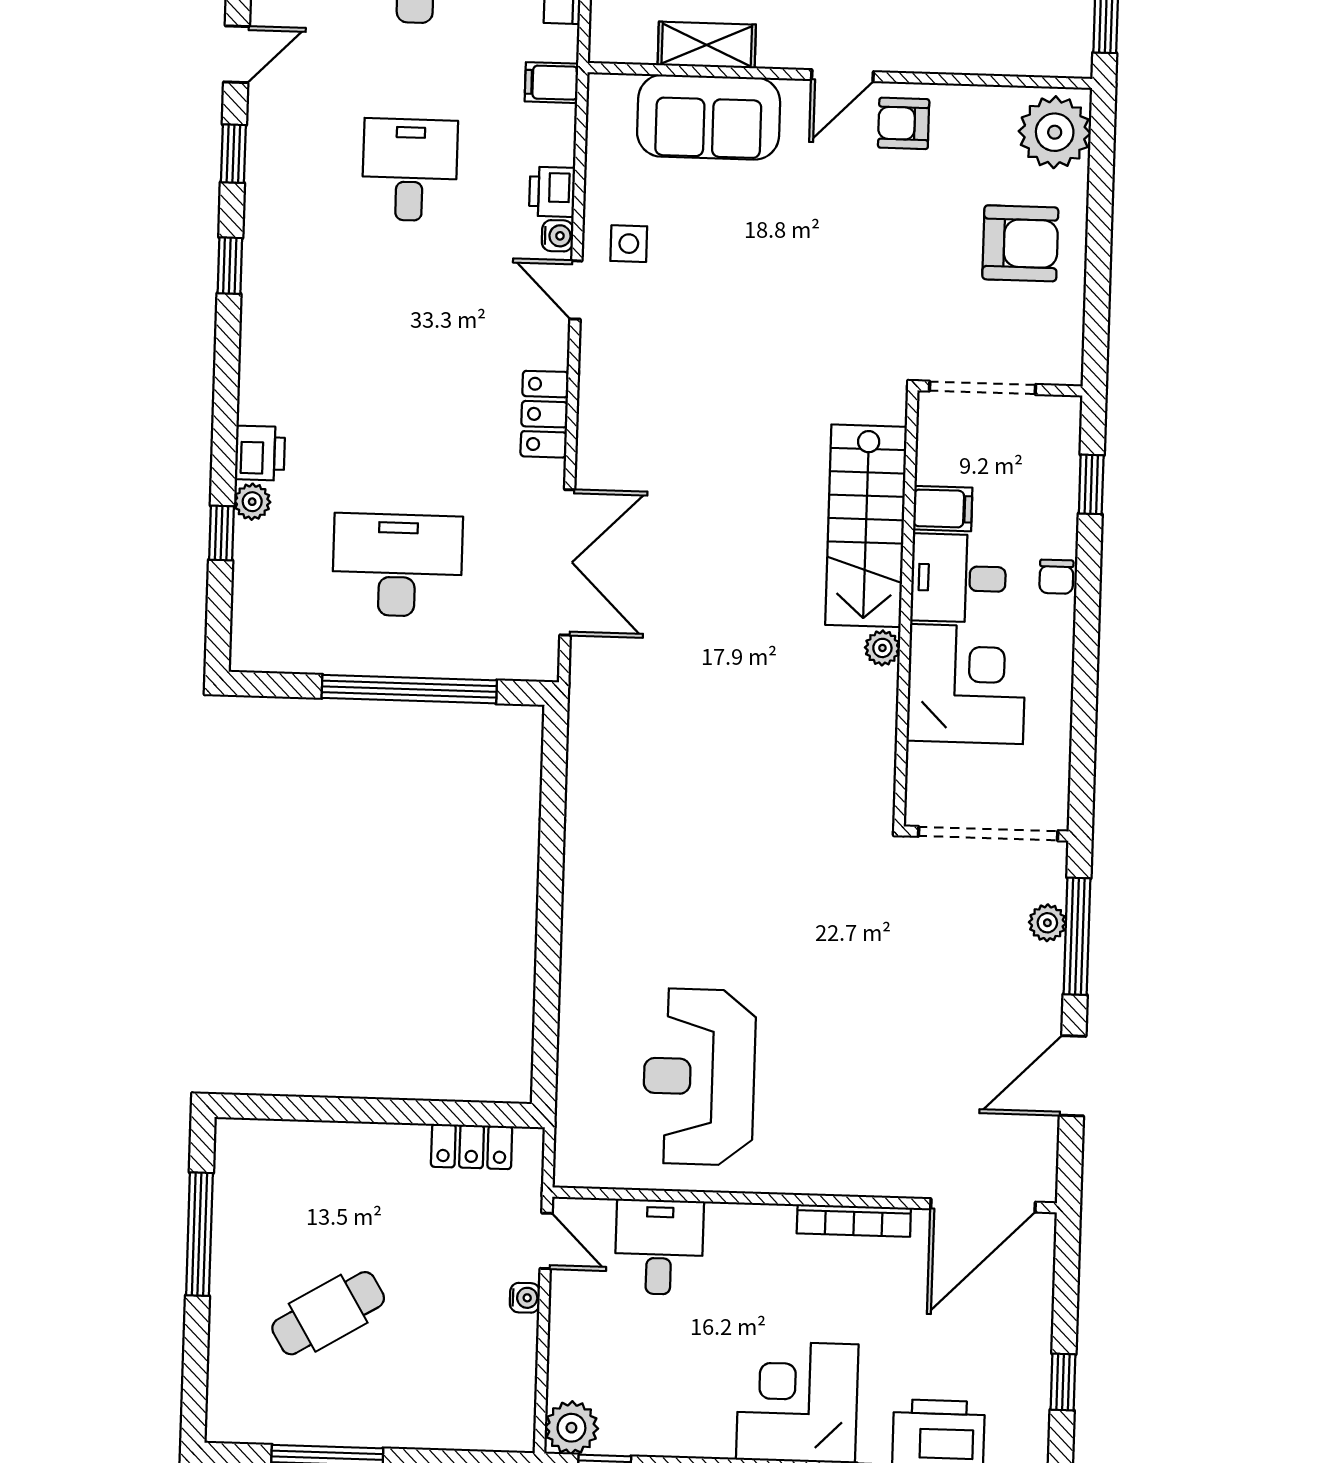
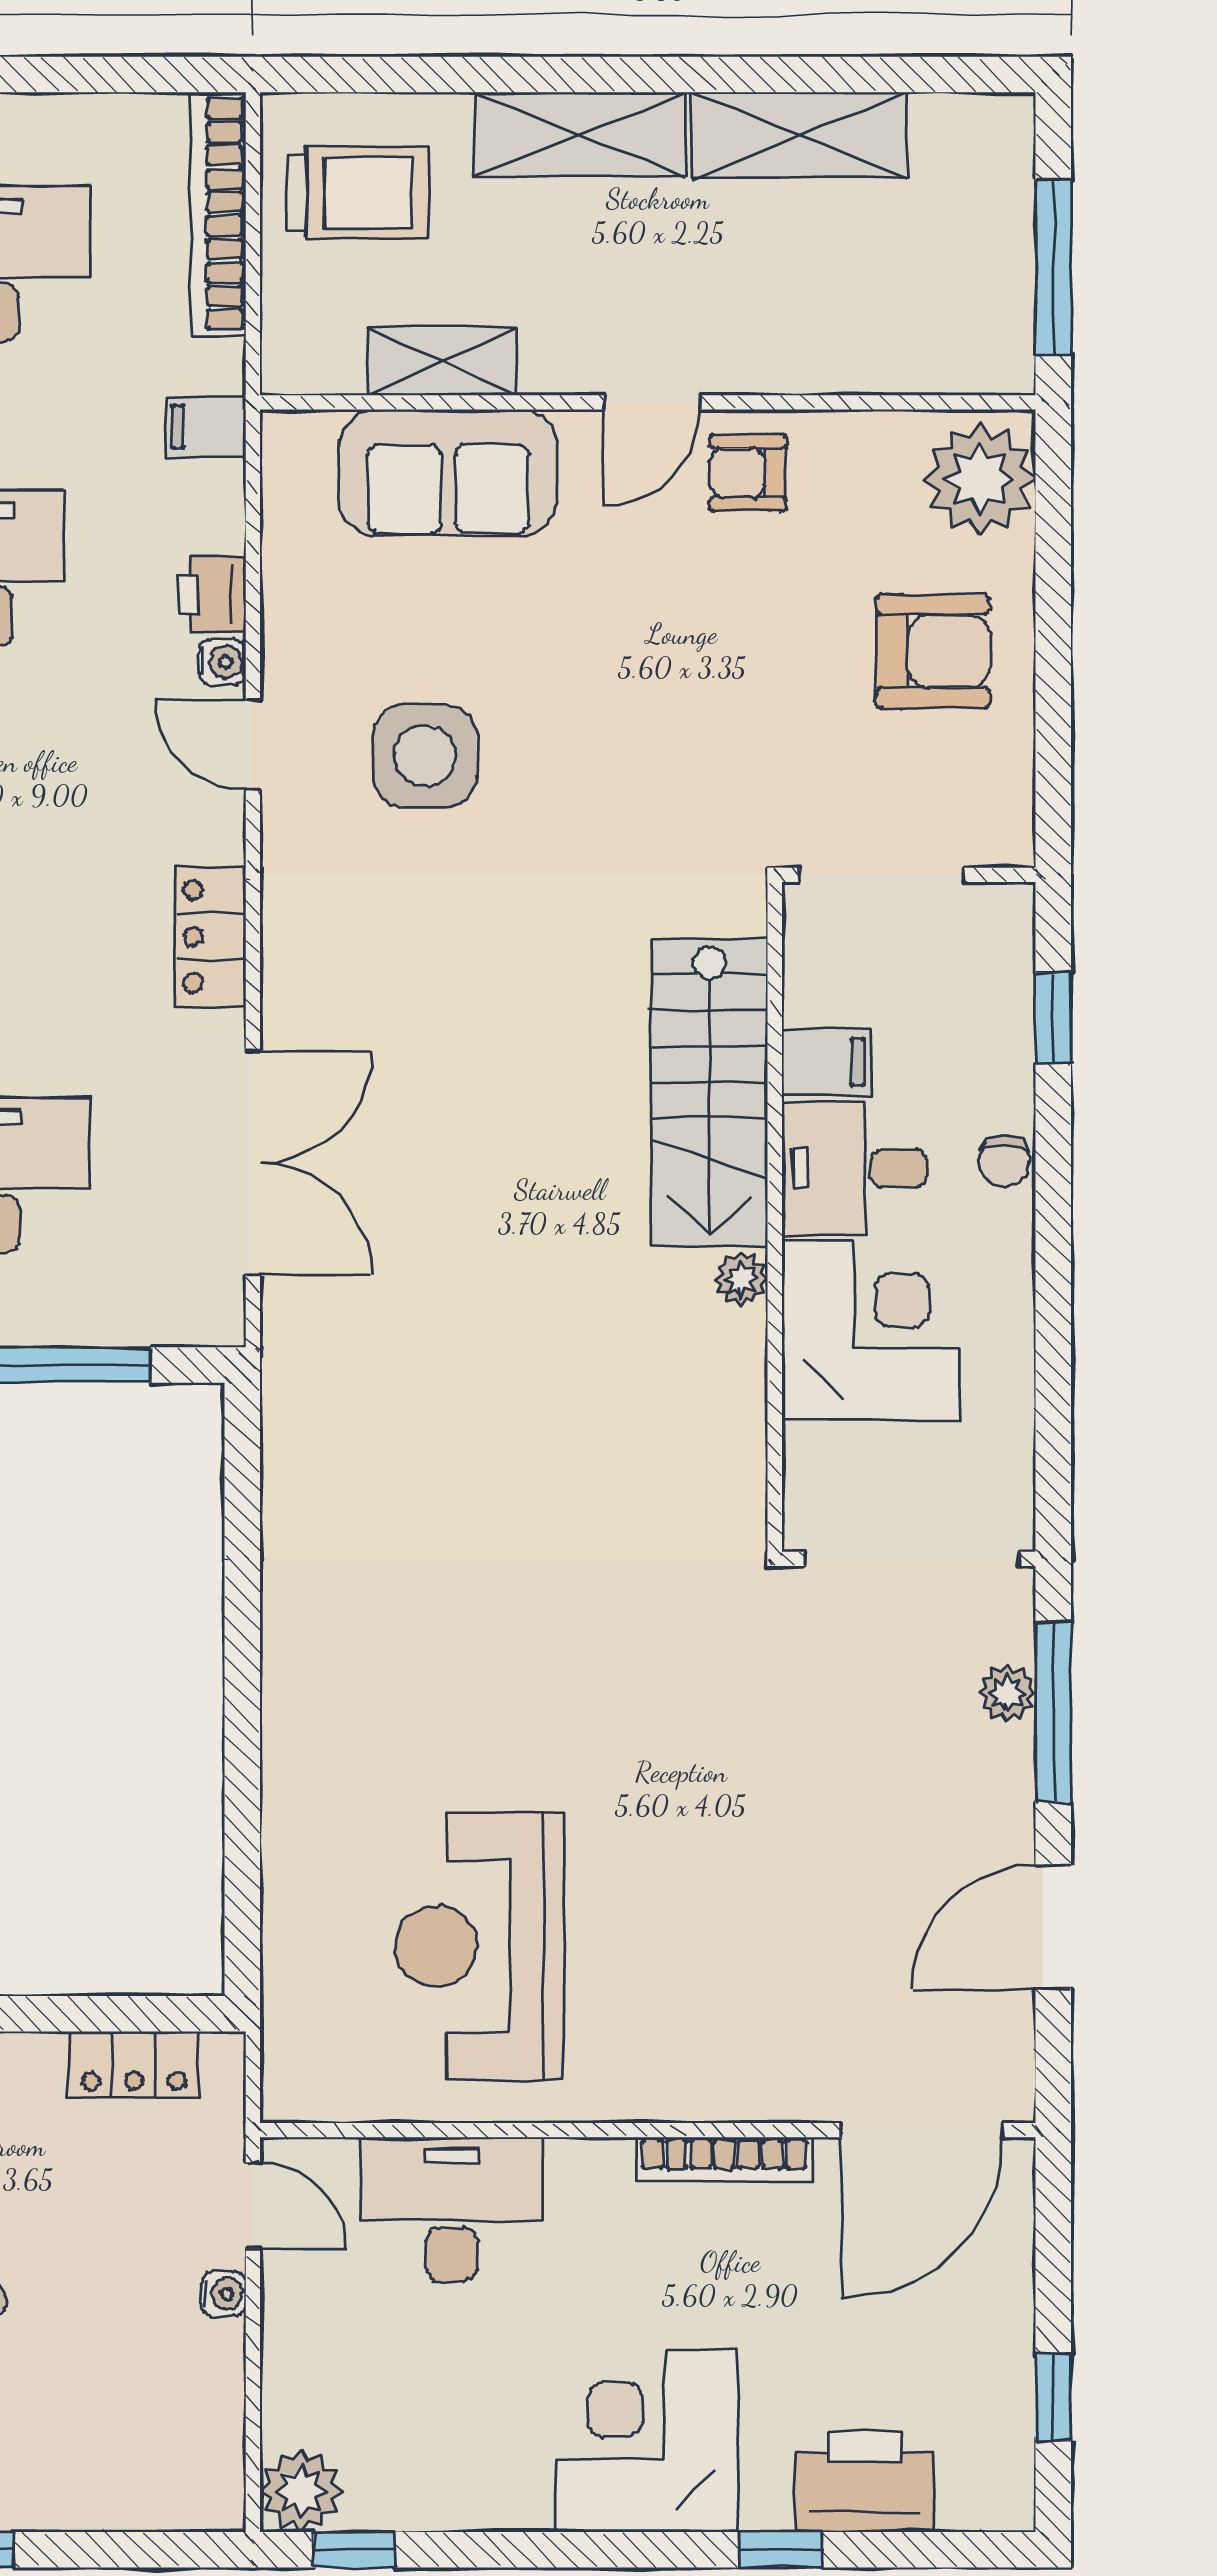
side table: (629, 244) -> (425, 756), moved, width x1.87, depth x1.87
desk: (659, 1247) -> (452, 2209), width x1.37

